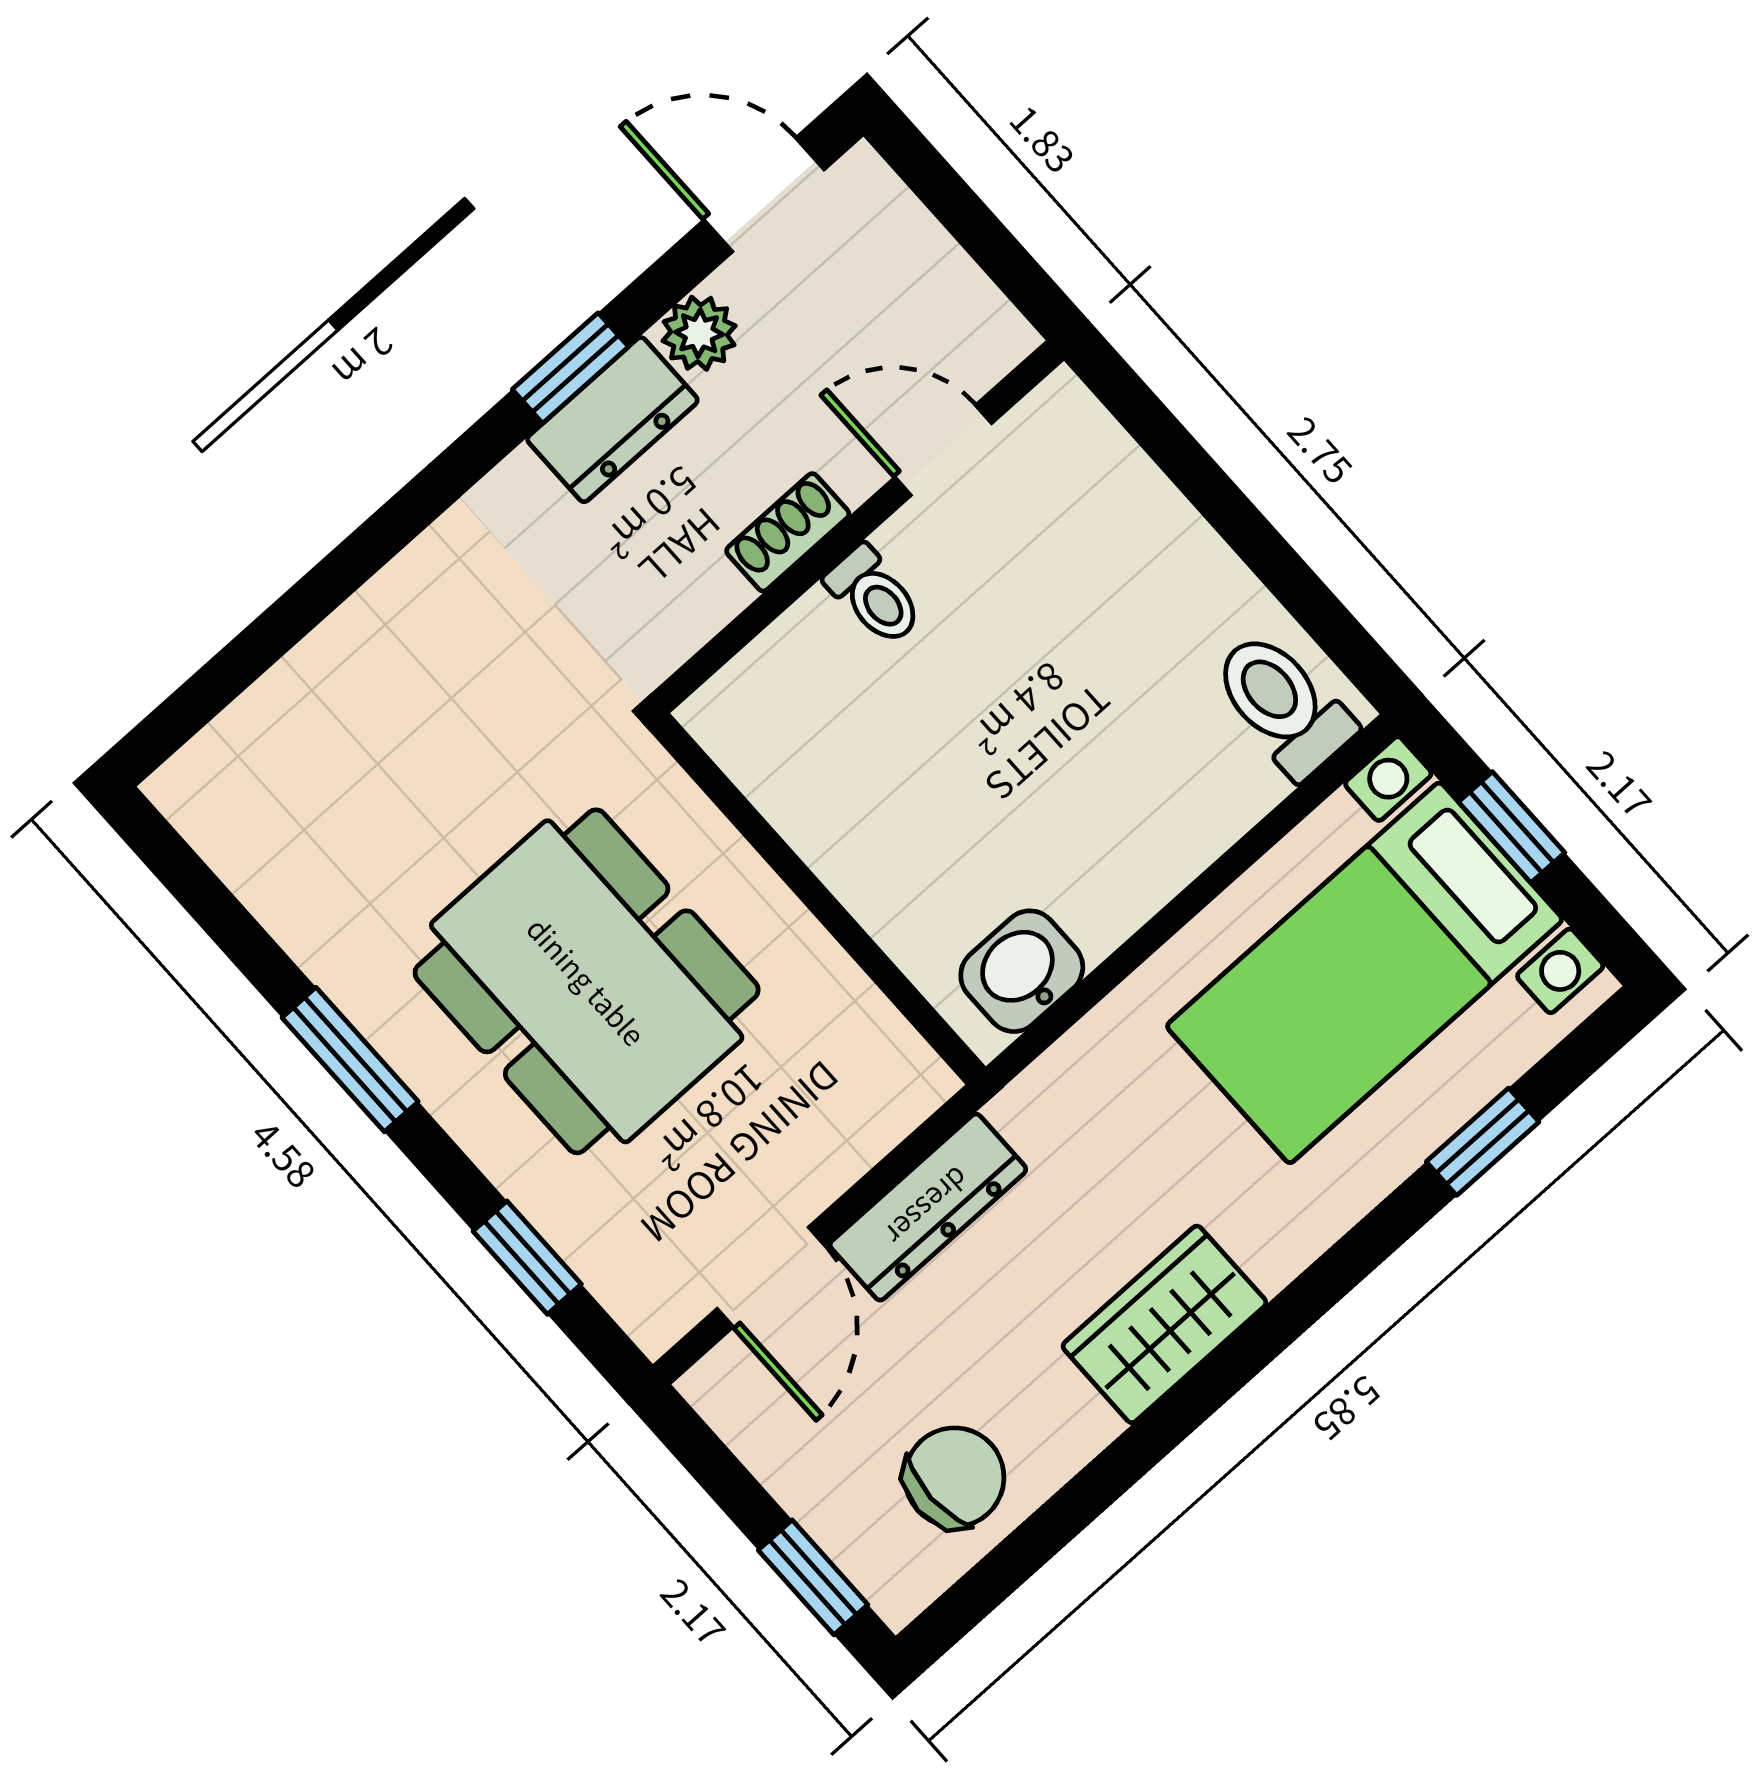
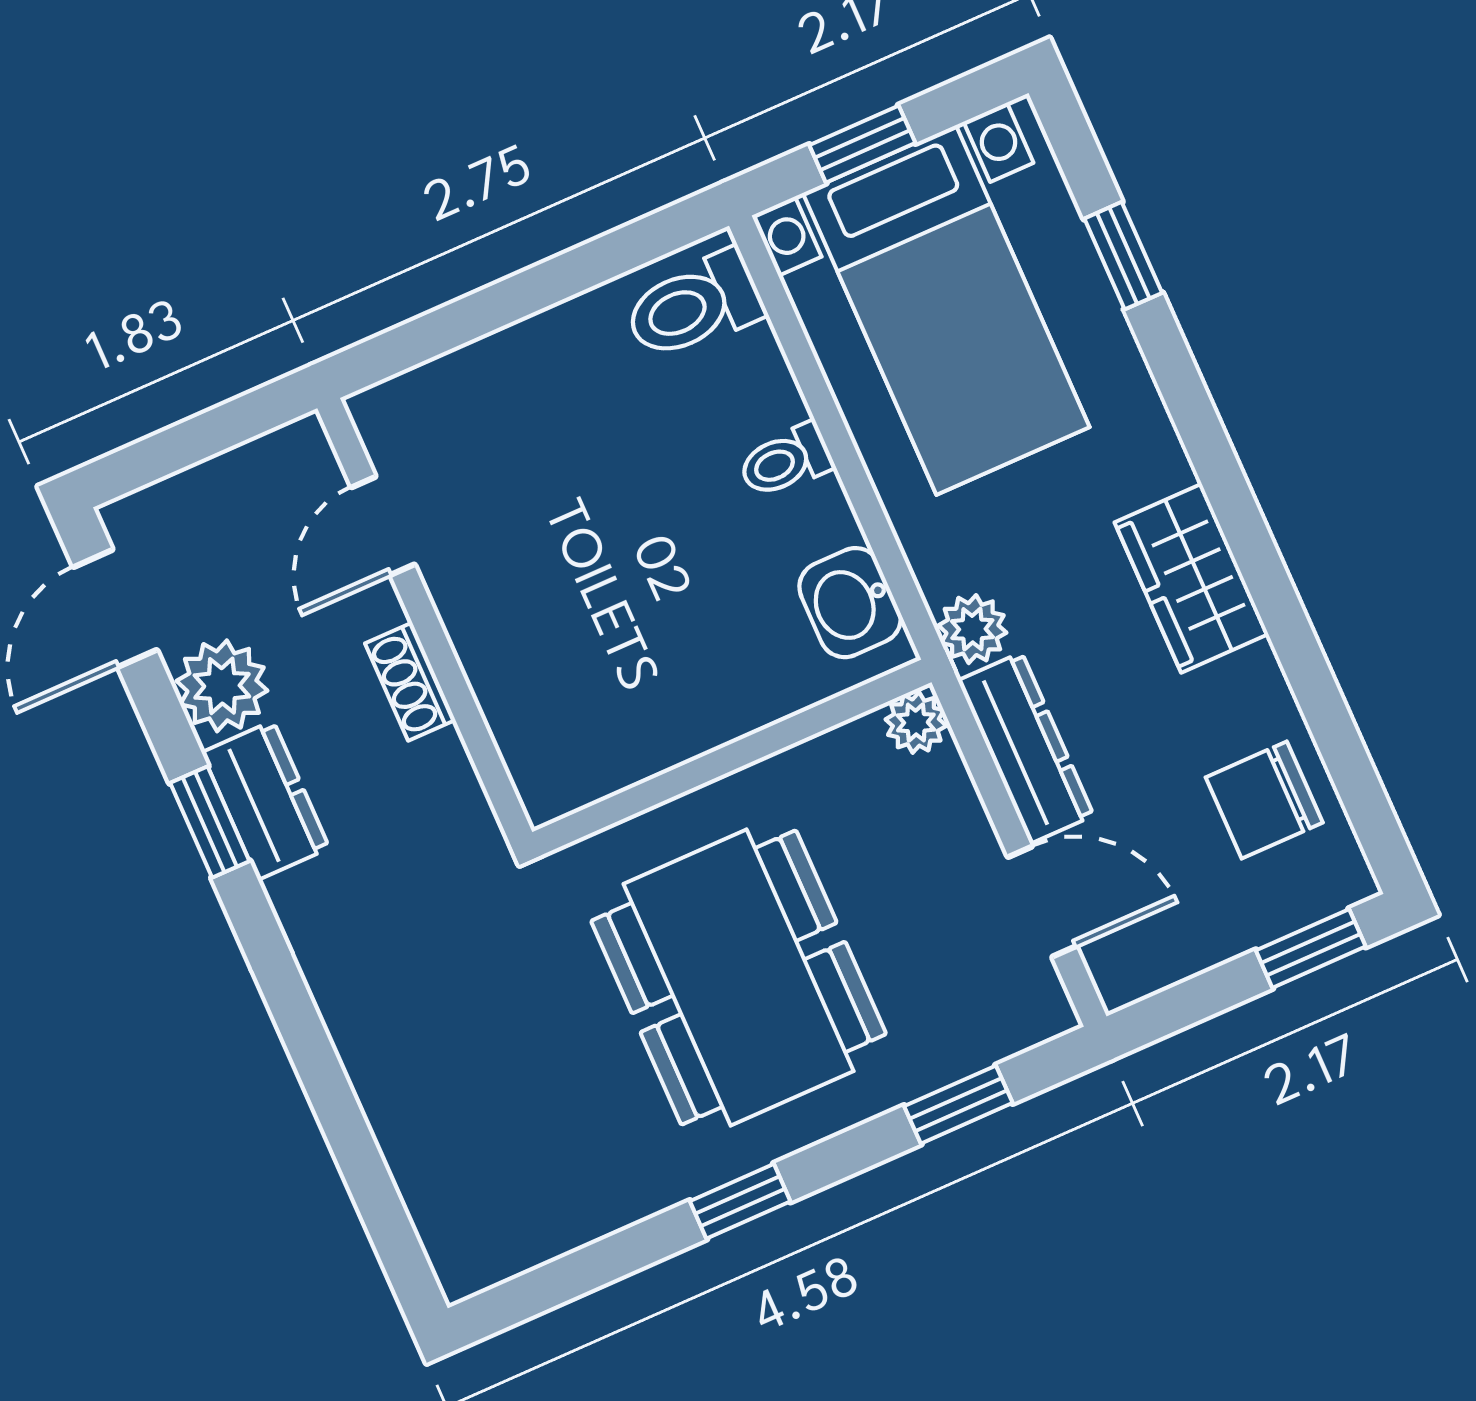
plant: (699, 333) -> (222, 686), width x1.38, depth x1.38
toilet: (874, 596) -> (786, 461), moved, turned 180
dining table: (587, 981) -> (739, 978), turned 90
window: (350, 1060) -> (740, 1201), width x0.67
plant: (917, 1082) -> (916, 723), added
plant: (1036, 1110) -> (972, 629), added
chair: (954, 1477) -> (1264, 800), turned -90

